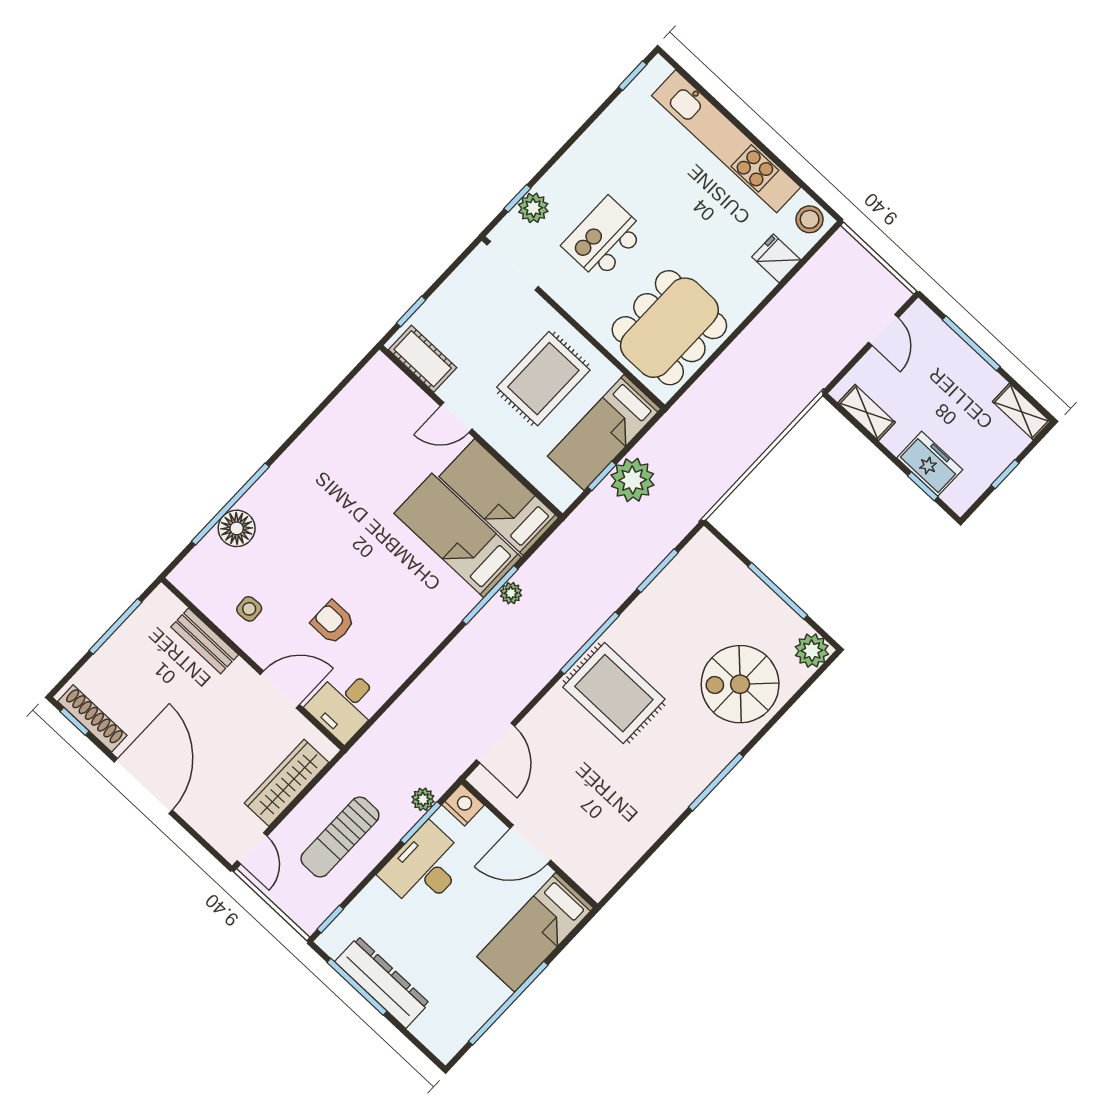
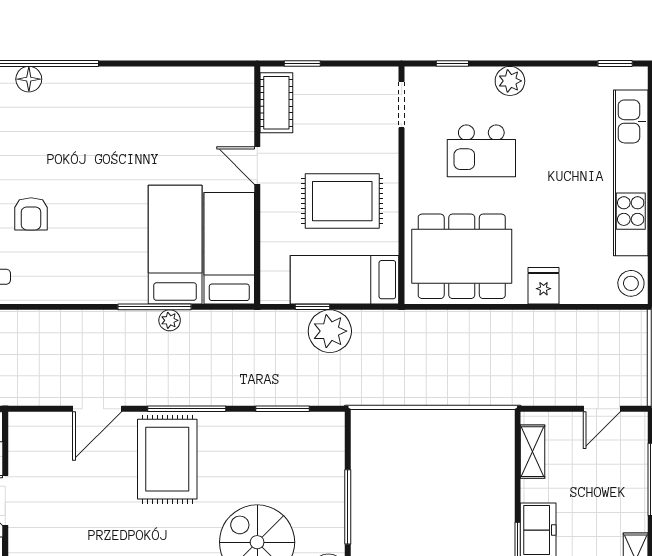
plant: (533, 208) -> (510, 81), moved
kitchen island: (604, 238) -> (481, 151), turned 180
fridge: (776, 258) -> (544, 286), moved
doorway: (513, 266) -> (402, 105), width x0.73
floor lamp: (237, 528) -> (29, 79), width x0.73, depth x0.73
armchair: (333, 622) -> (31, 214), turned 180
door: (496, 743) -> (97, 409), moved

